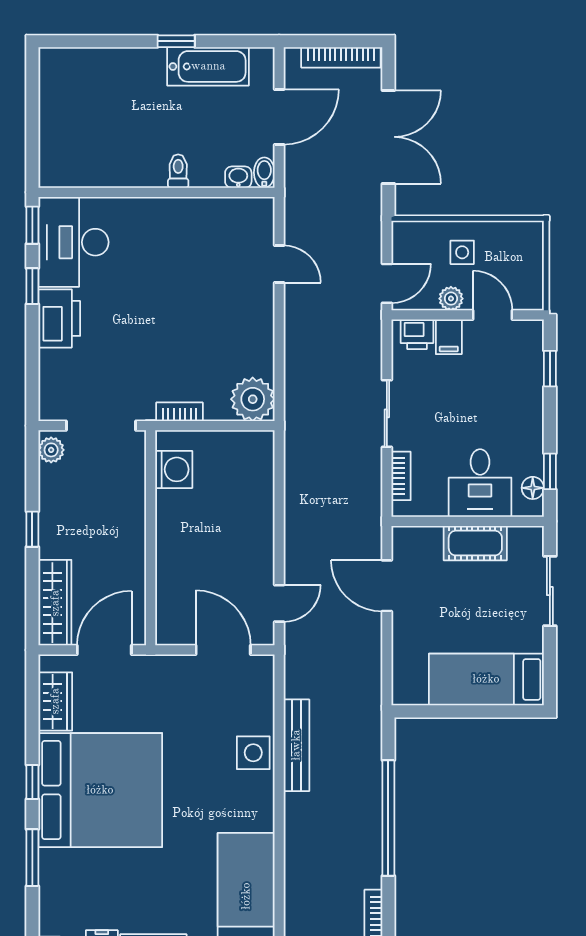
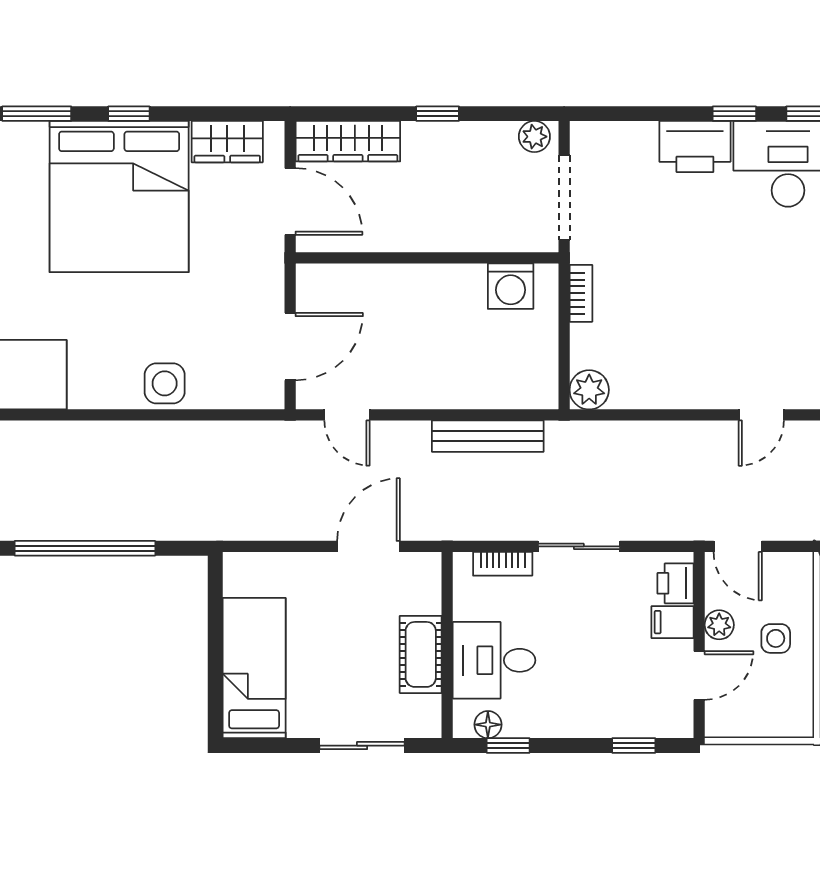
plant: (253, 399) -> (589, 390), width x0.73, depth x0.73
bench: (296, 745) -> (488, 436), moved

